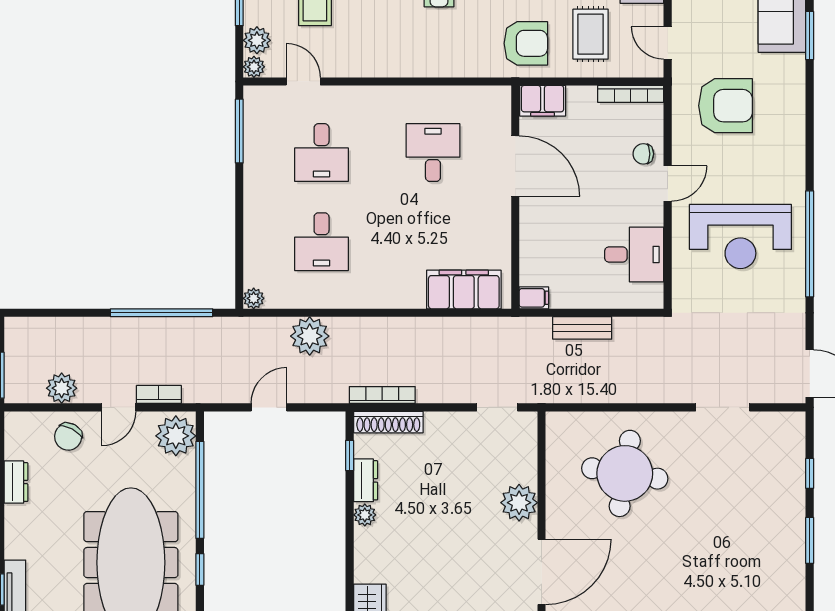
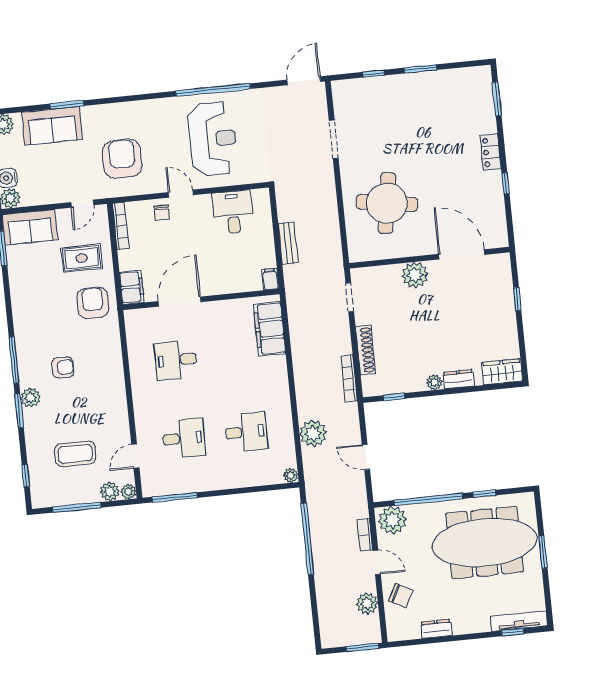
shoe rack: (388, 422) -> (365, 350), moved
dresser: (366, 480) -> (459, 379), moved

